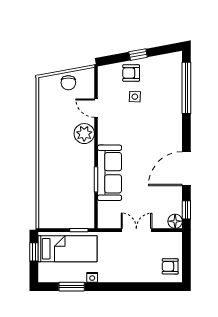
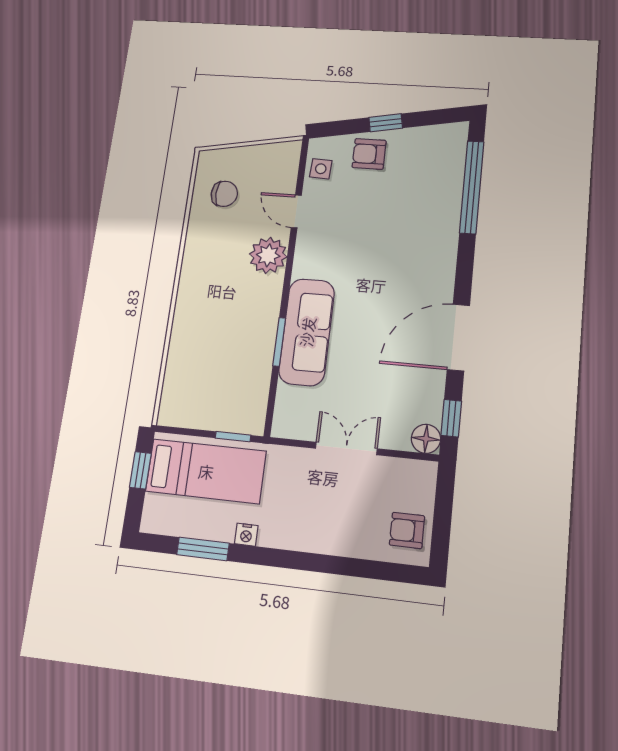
chair: (68, 83) -> (224, 194), moved, turned -90
side table: (135, 97) -> (321, 169), moved

